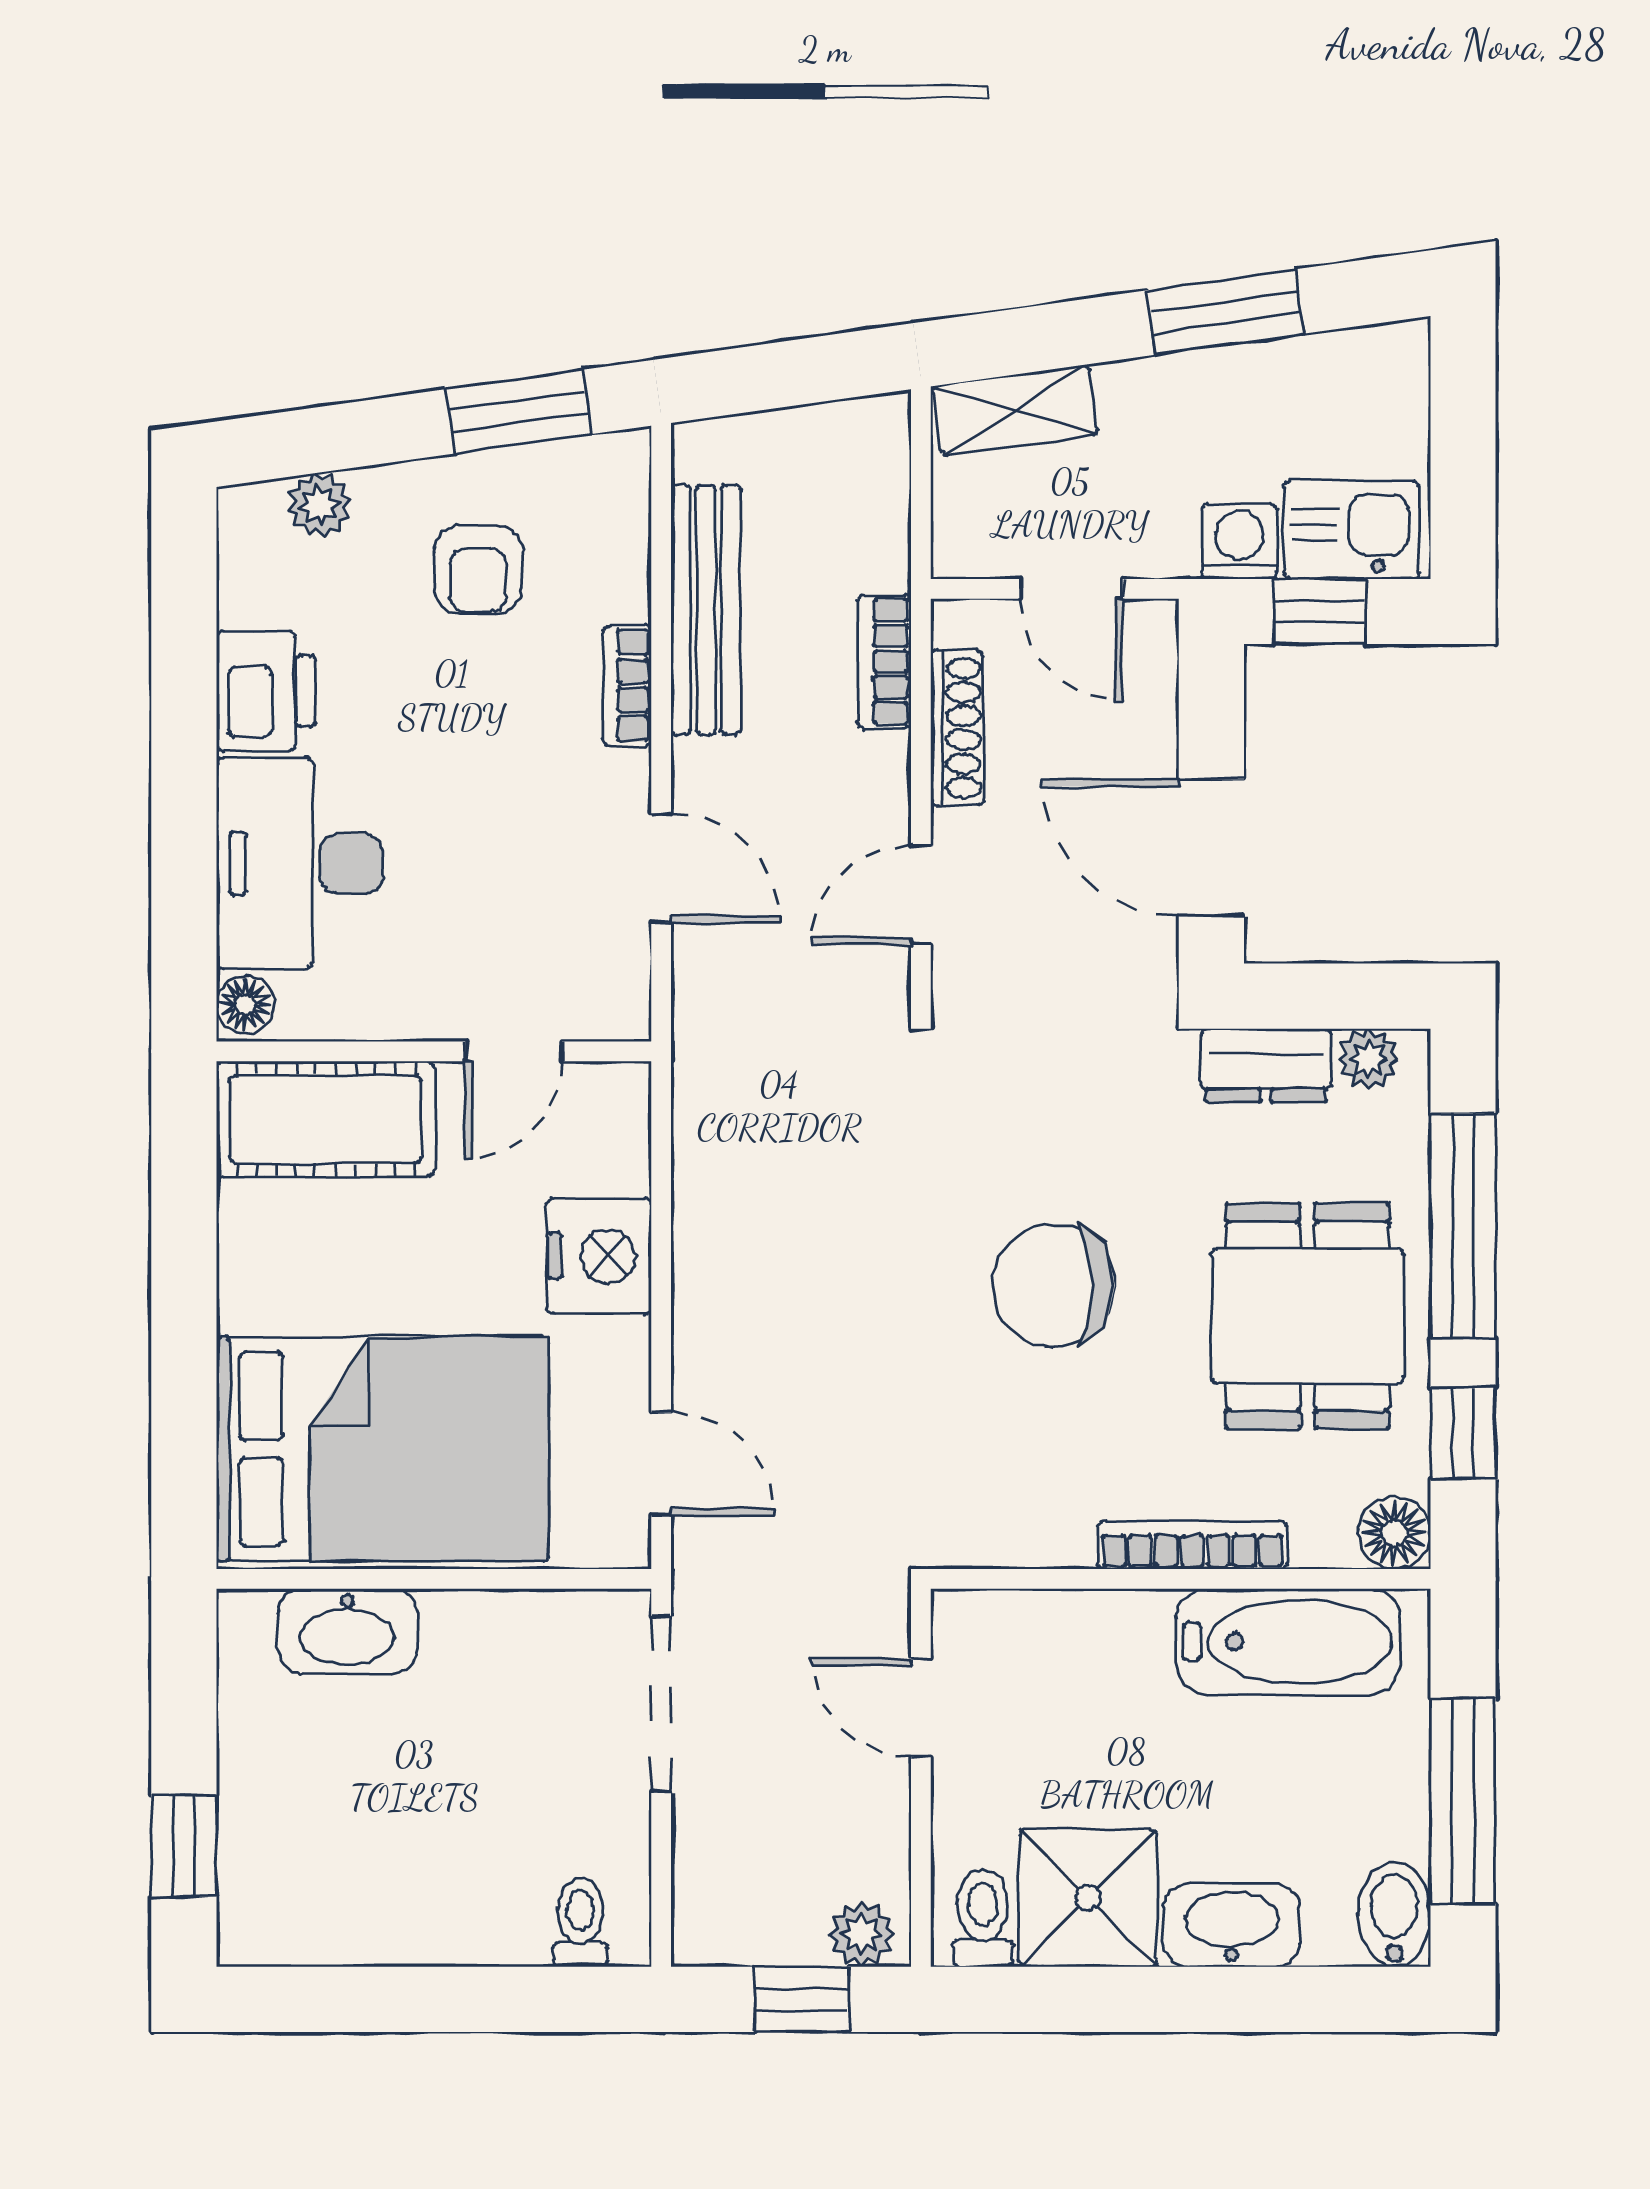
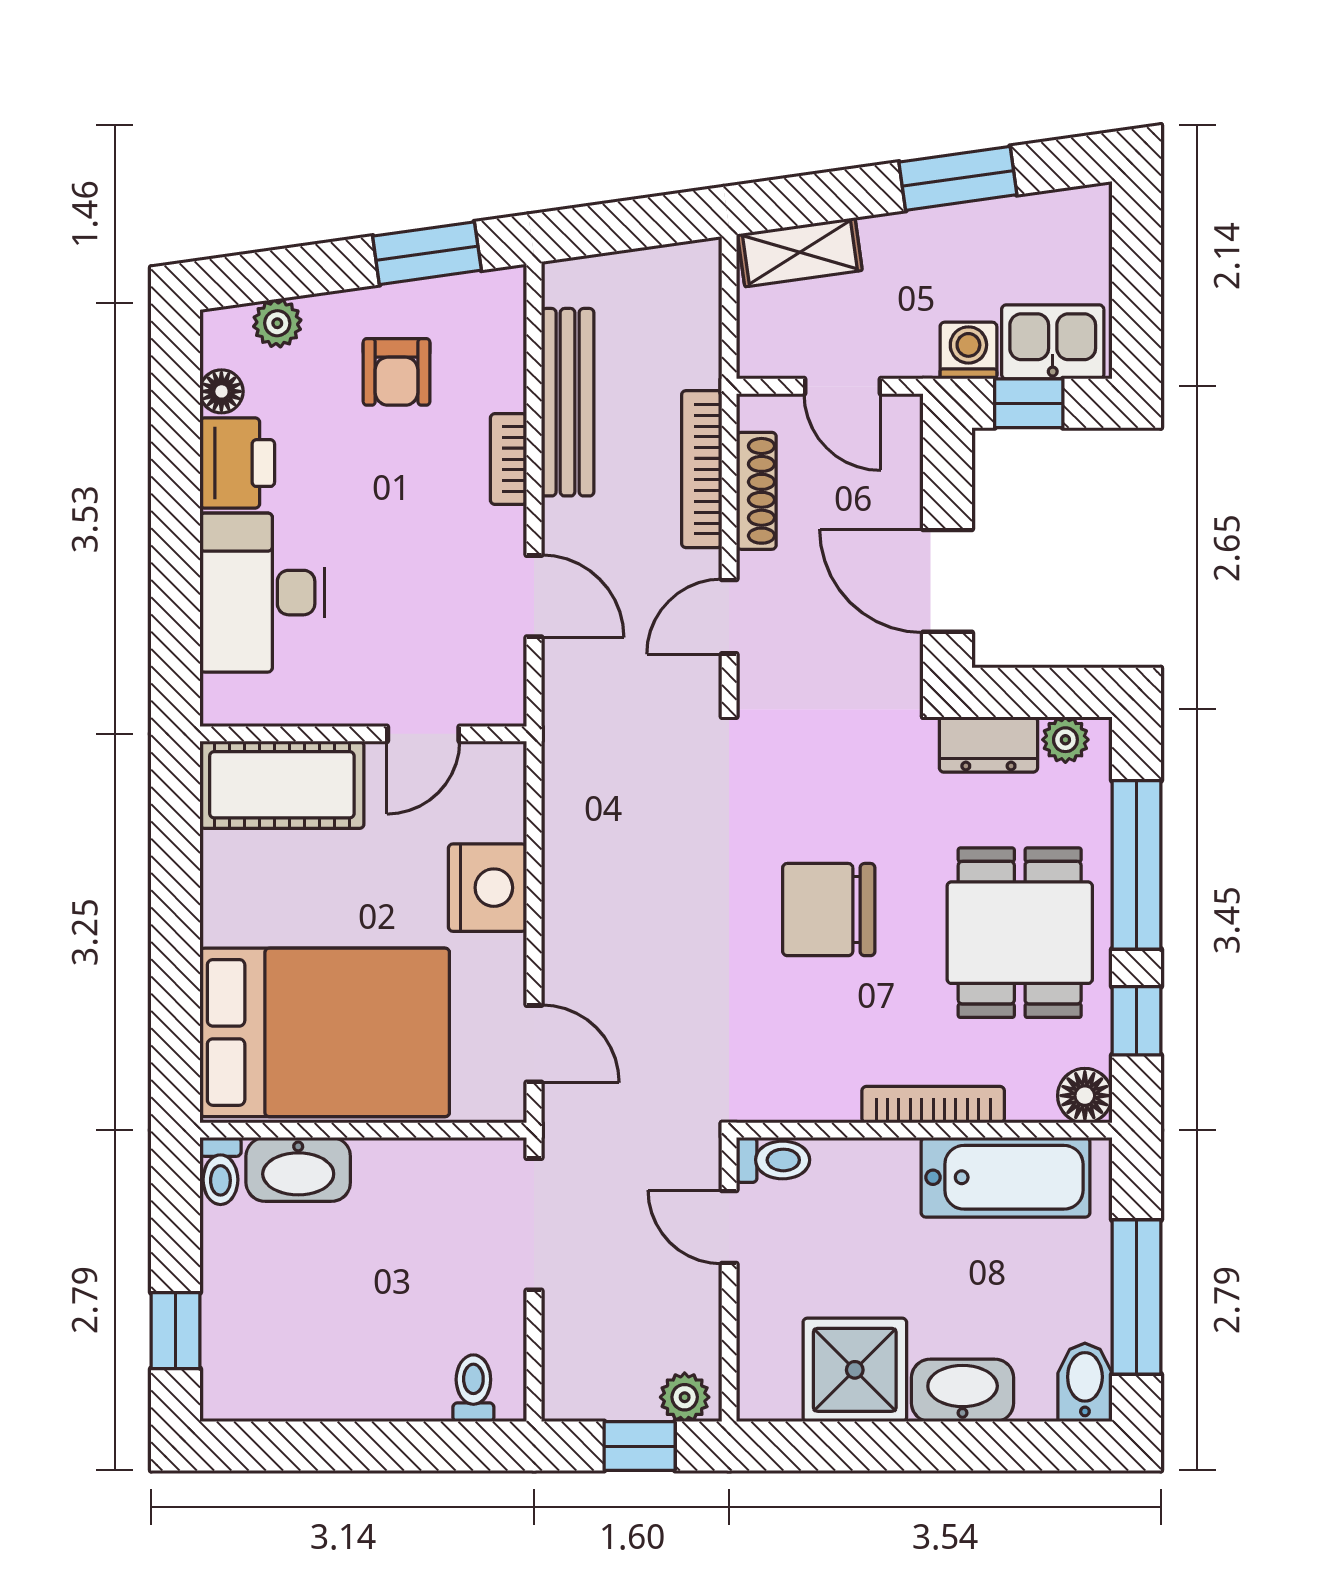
bookcase: (884, 661) -> (702, 469), width x1.56
floor lamp: (245, 1004) -> (221, 391), moved
toilet: (244, 1633) -> (220, 1171), added
toilet: (983, 1918) -> (773, 1160), moved, turned 90

